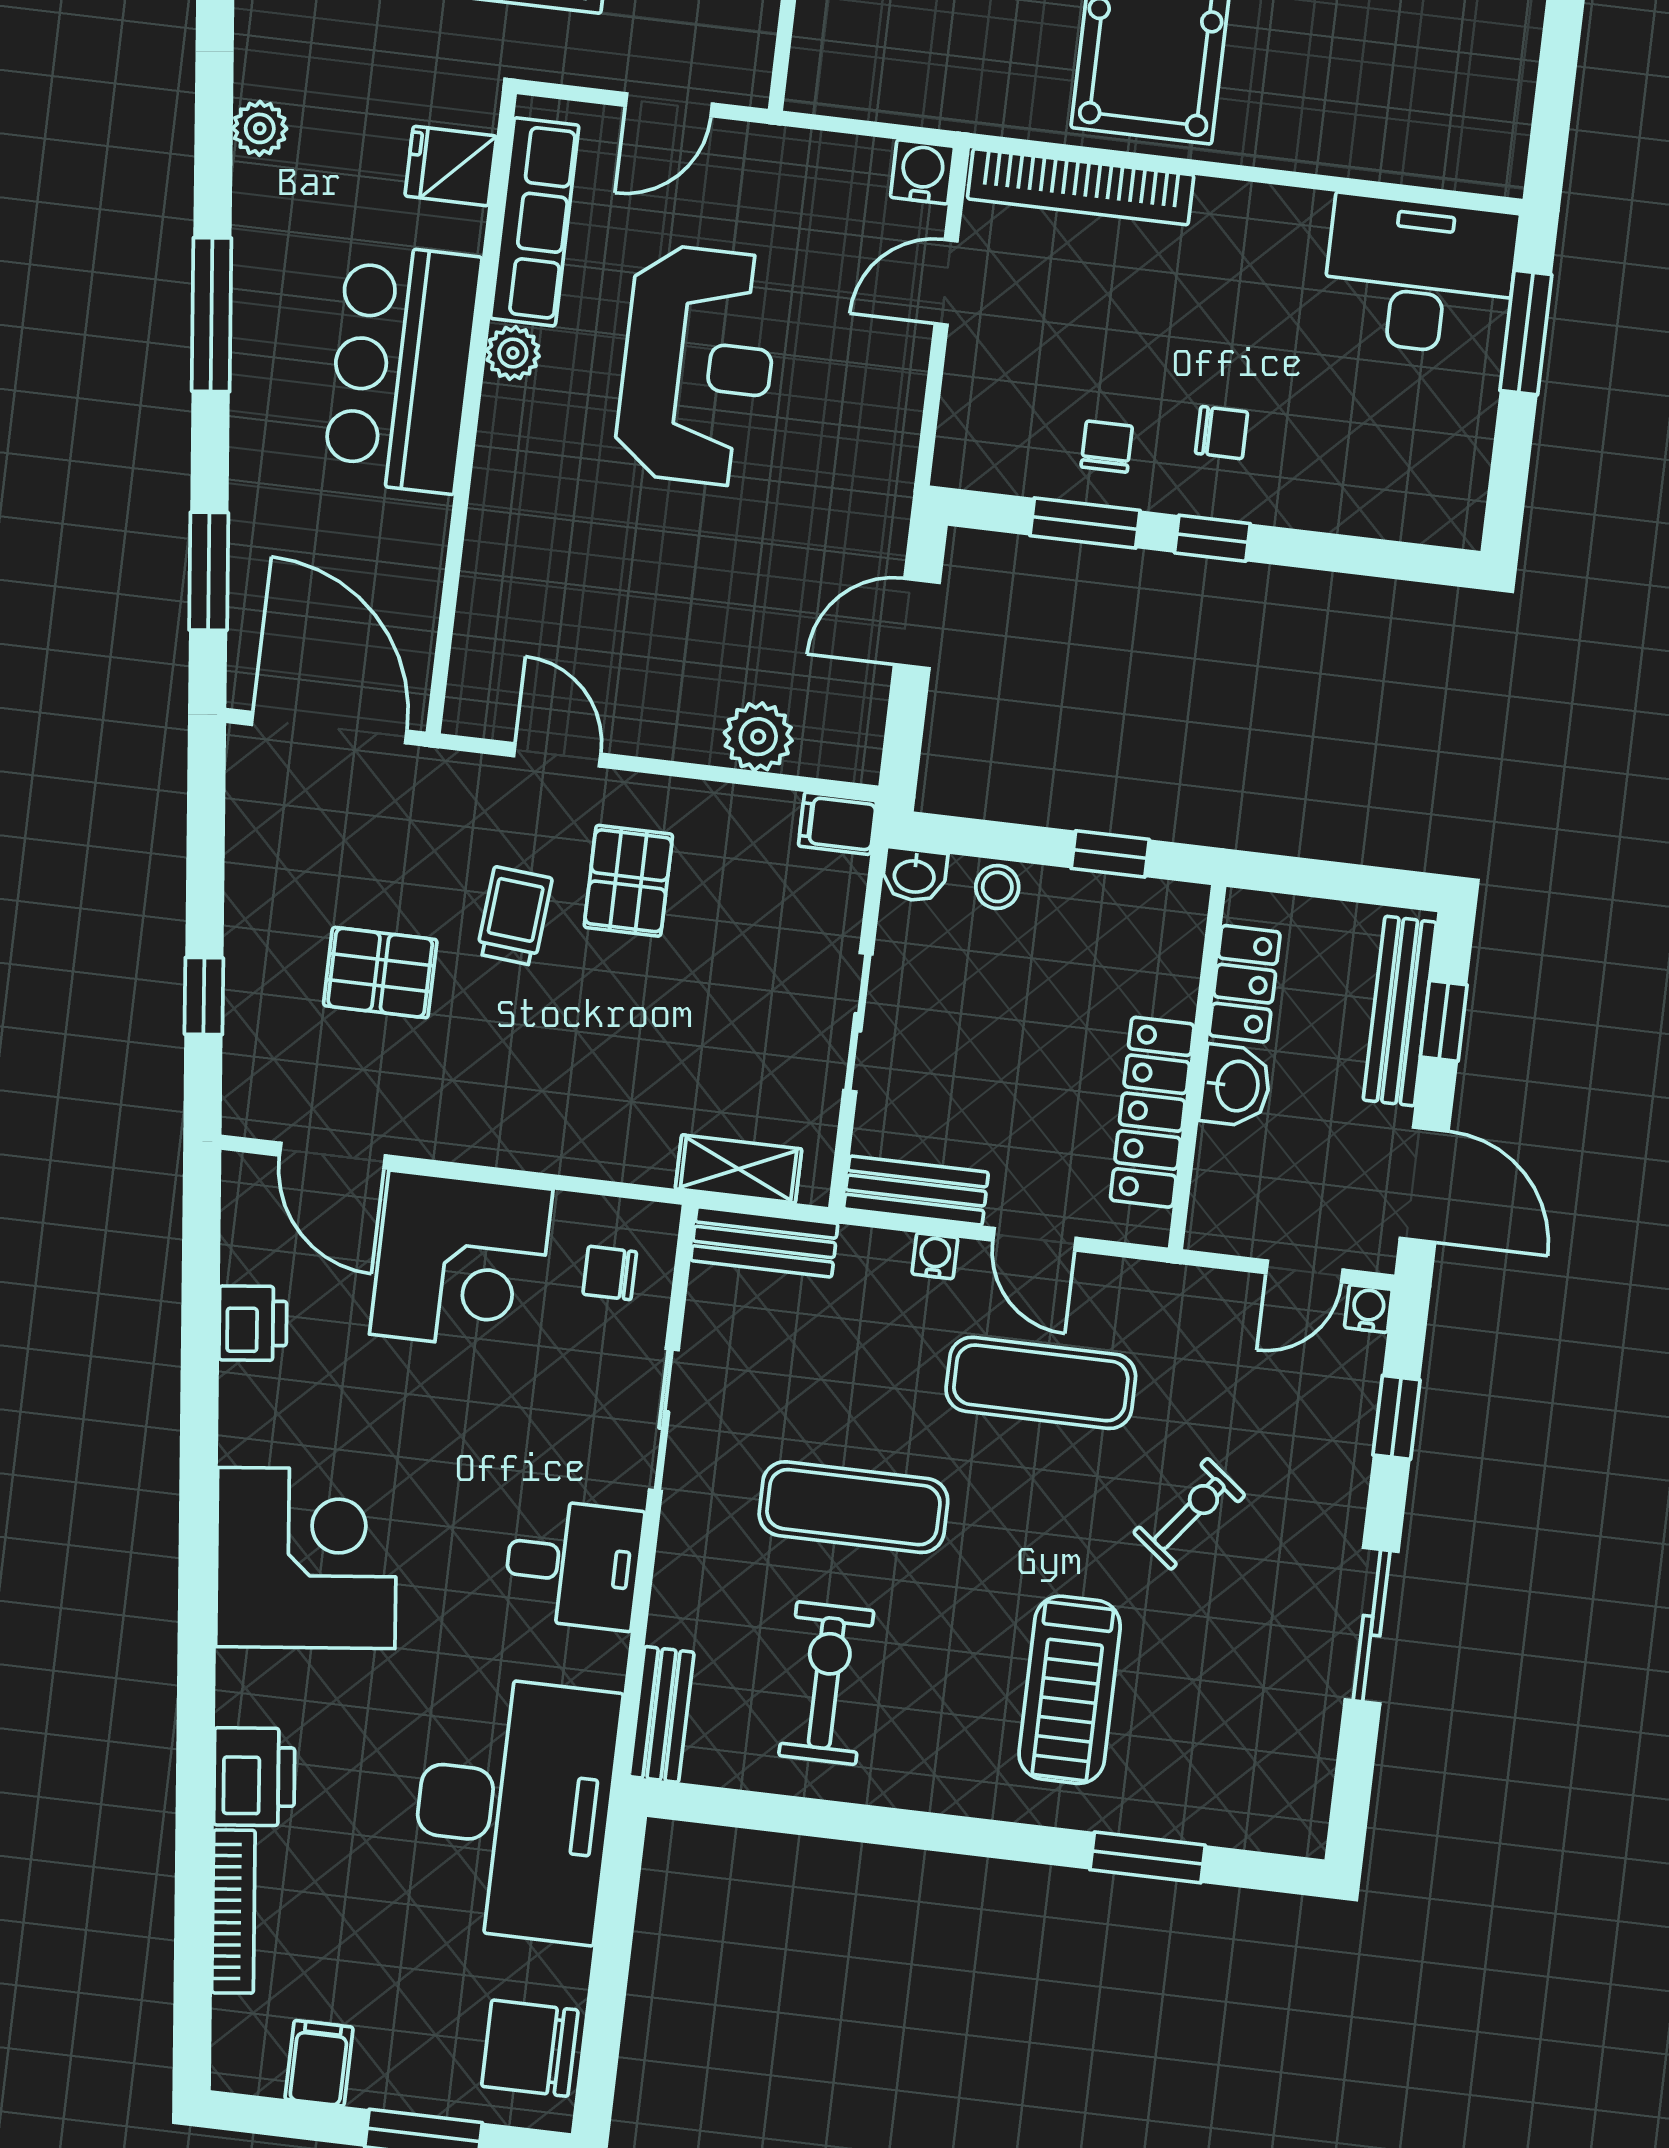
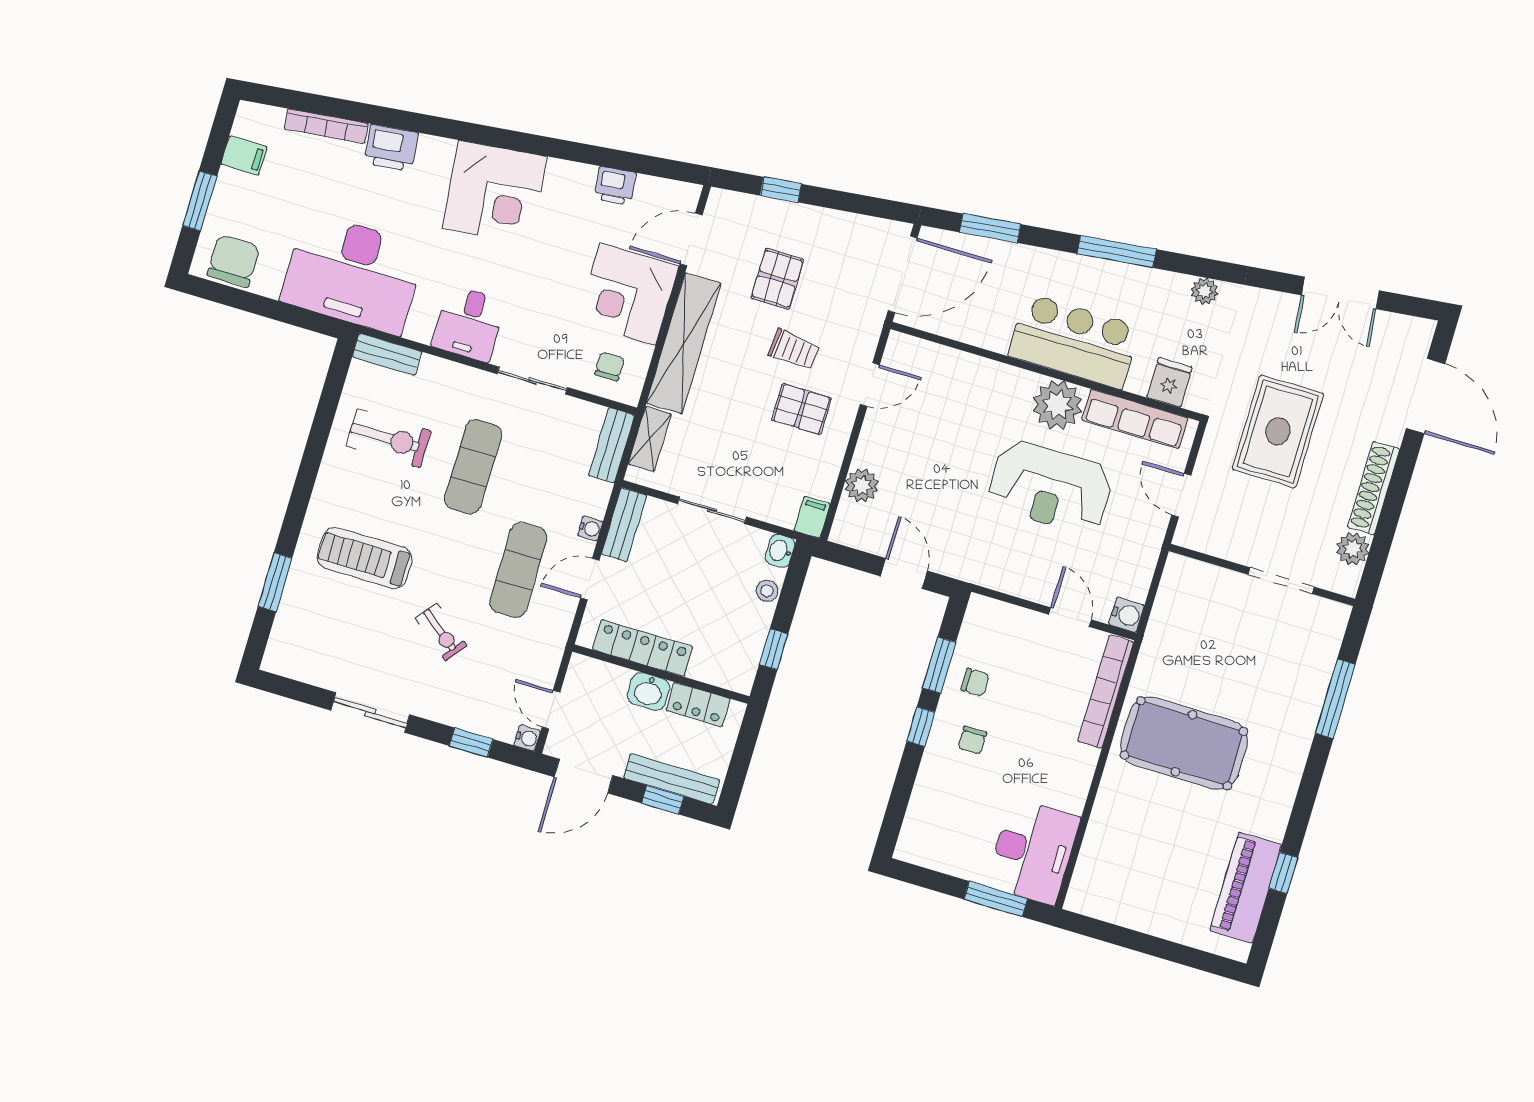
plant: (513, 353) -> (1058, 405), width x1.88, depth x1.88
shelving: (539, 1135) -> (684, 343), added

